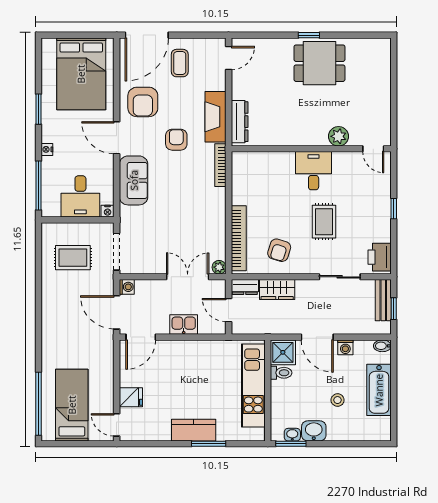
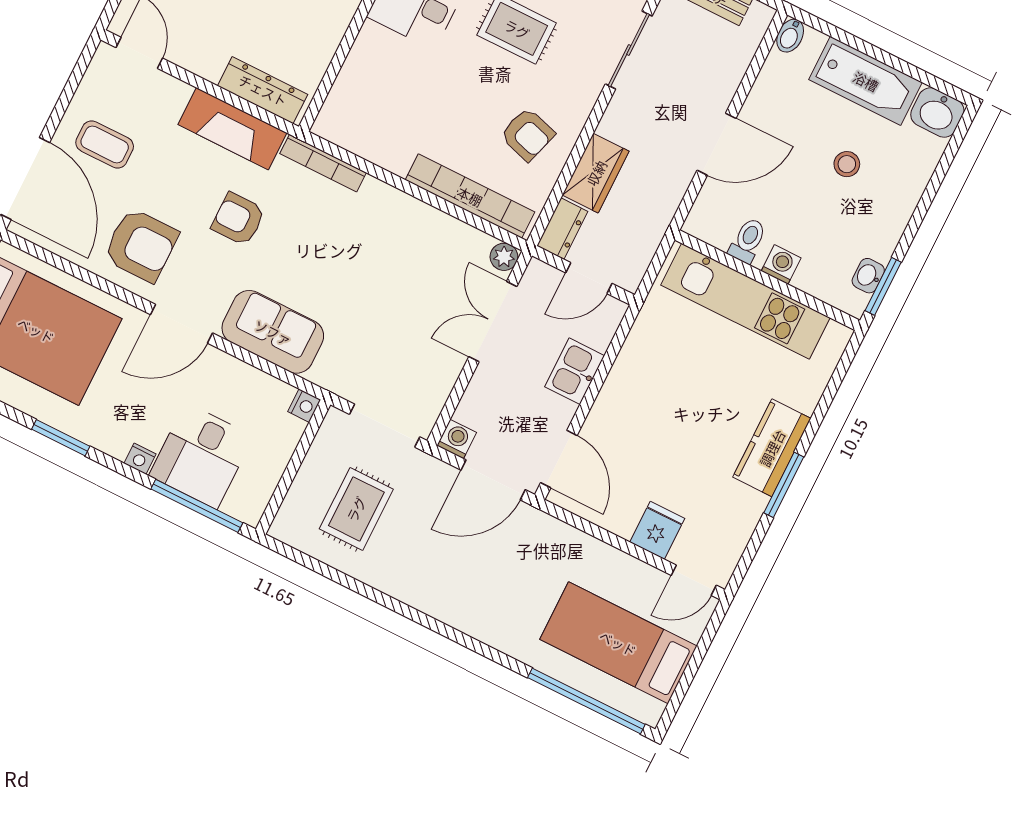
desk: (80, 196) -> (201, 456), moved, turned 90
washing machine: (345, 347) -> (781, 264), moved, turned -90
shower: (283, 352) -> (713, 219), removed
washbasin: (314, 431) -> (937, 113), moved, turned -90
window: (209, 444) -> (784, 485), moved

